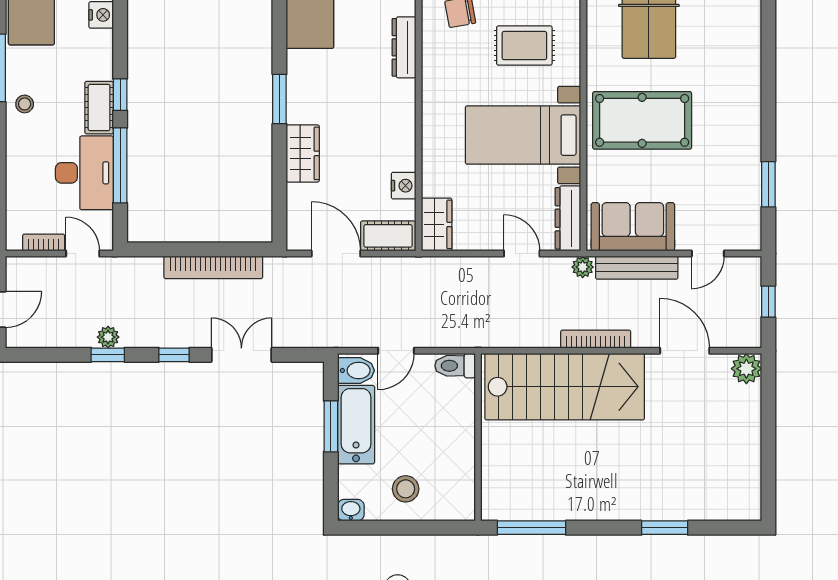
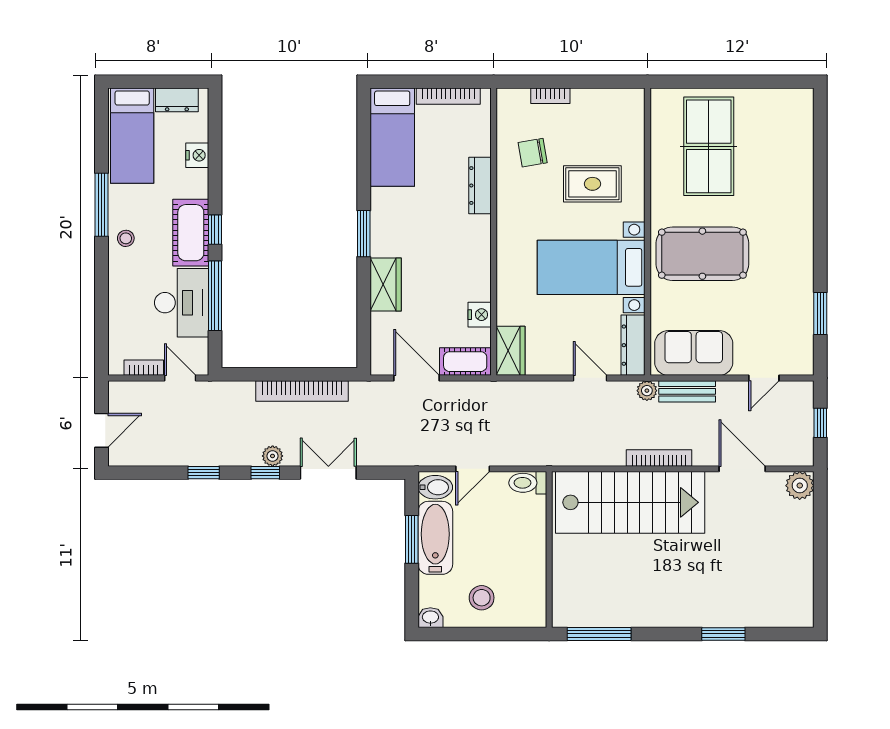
cot: (99, 108) -> (191, 233), width x1.37, depth x1.34
bench: (637, 268) -> (687, 391), width x0.73
plant: (108, 337) -> (273, 456), moved

